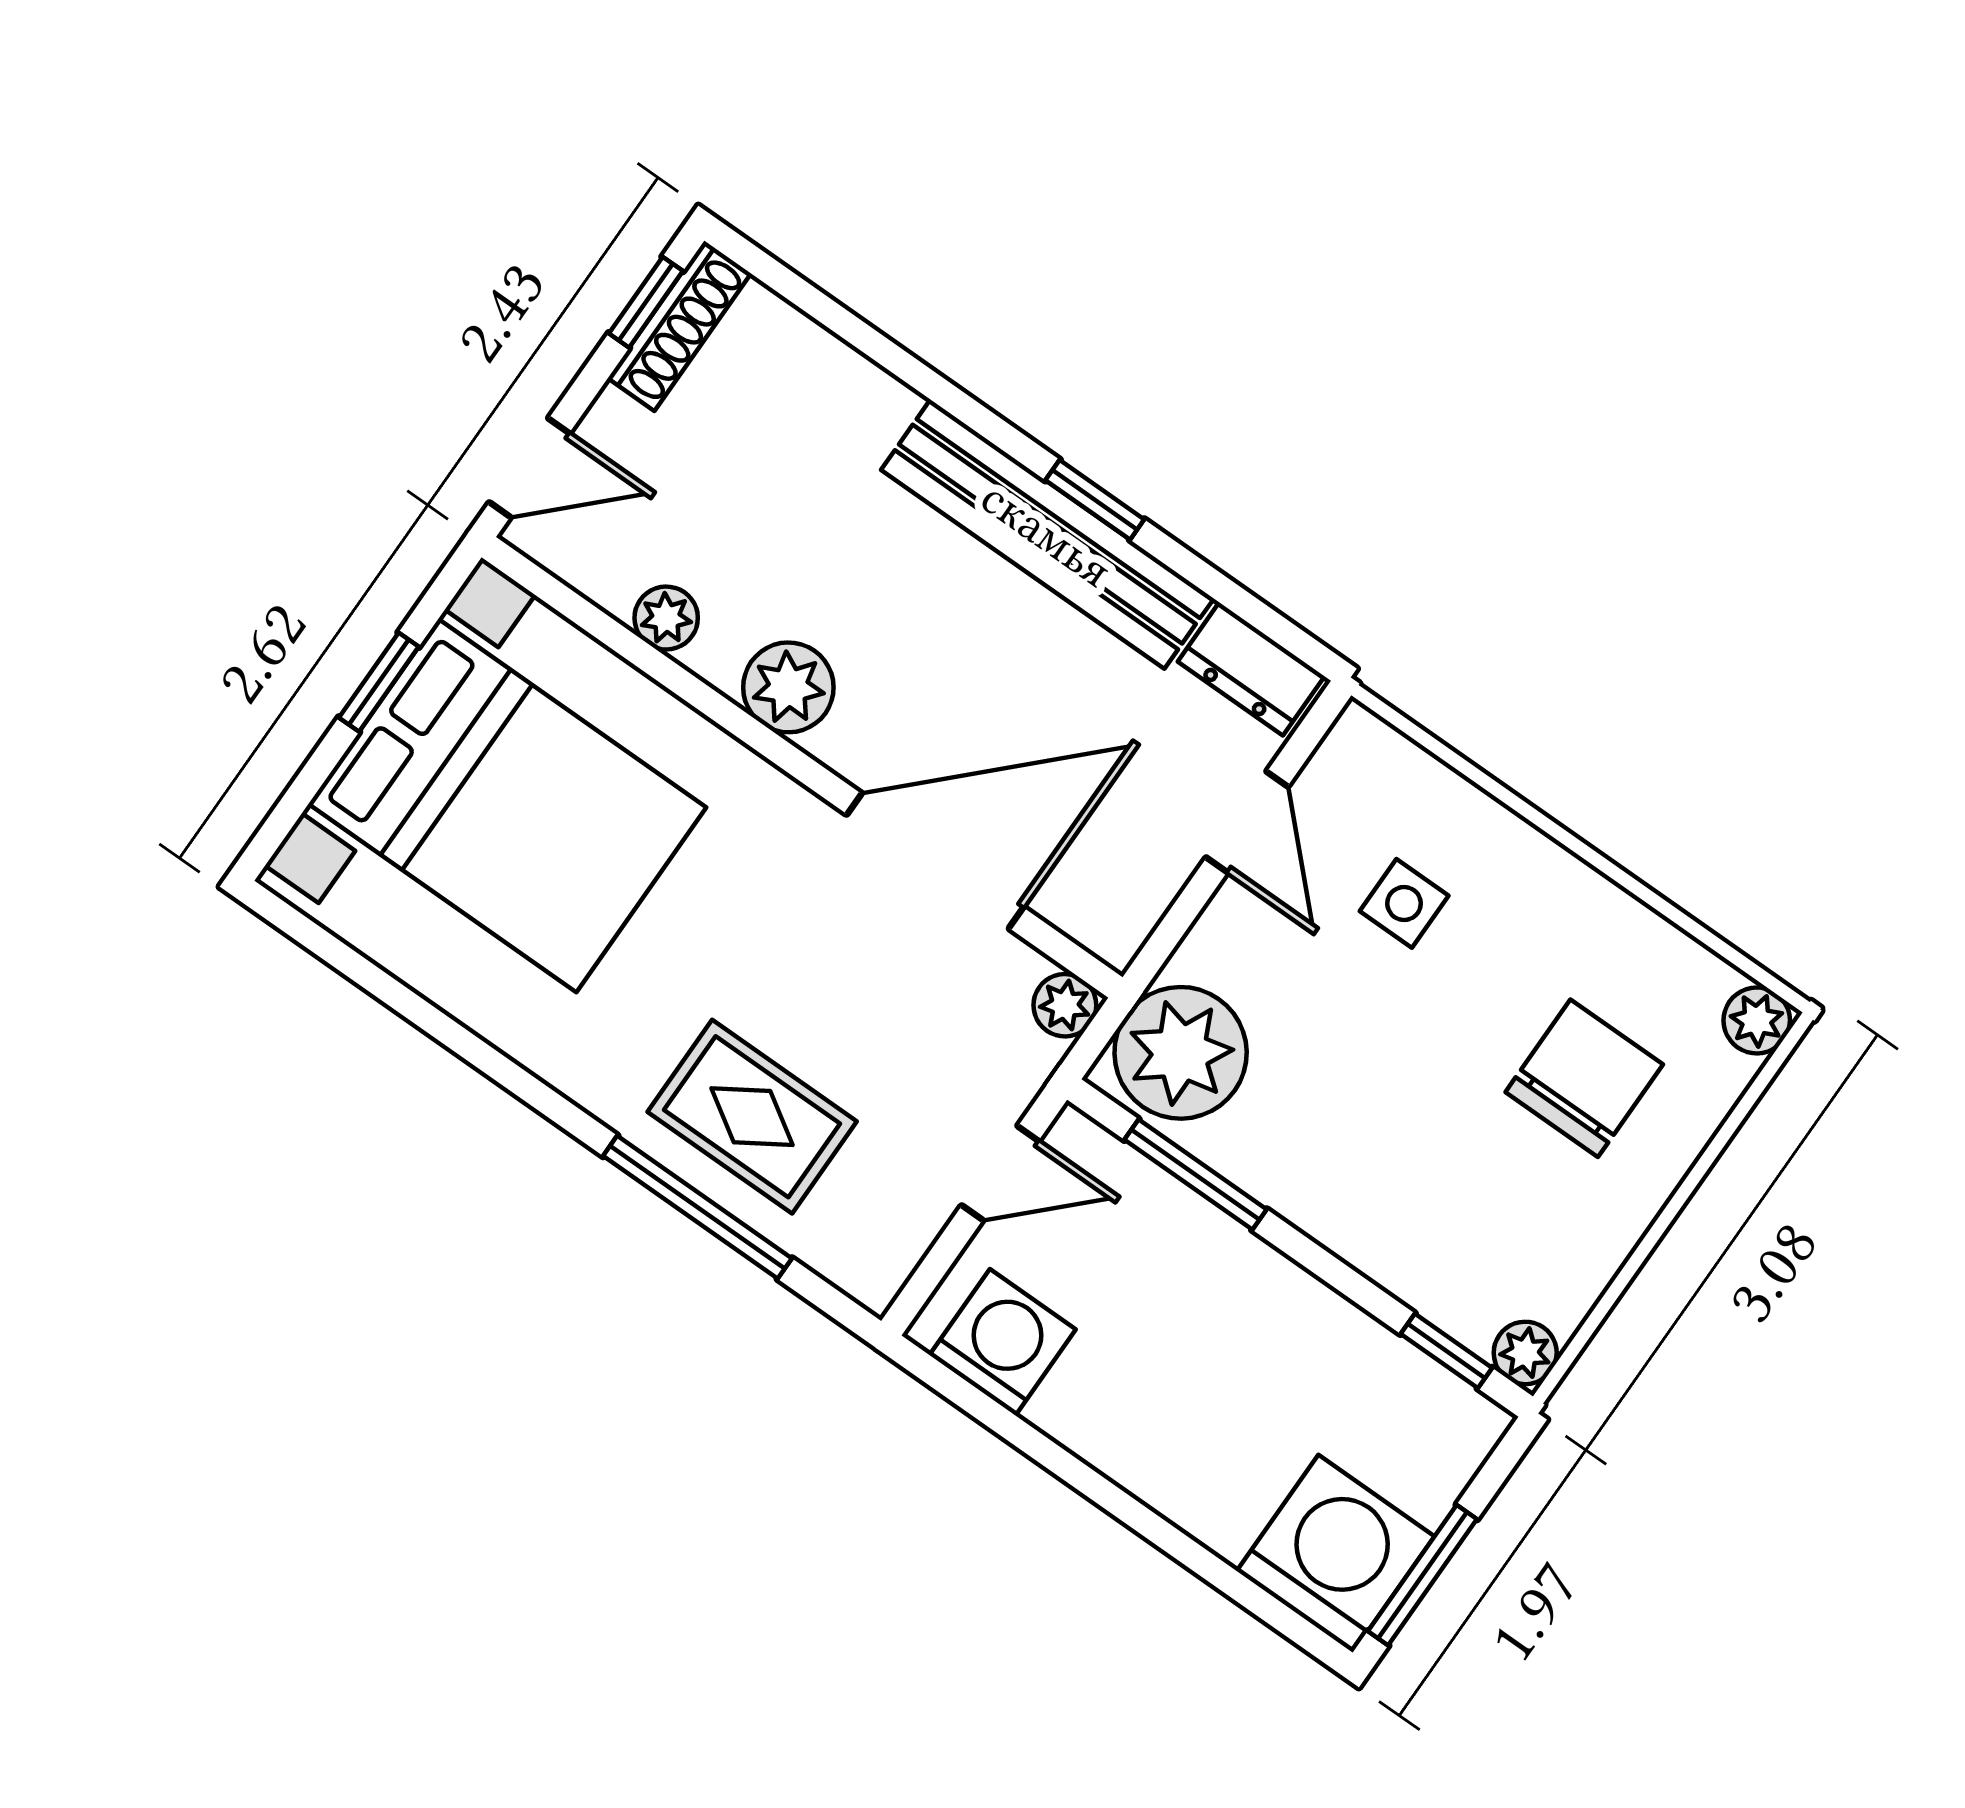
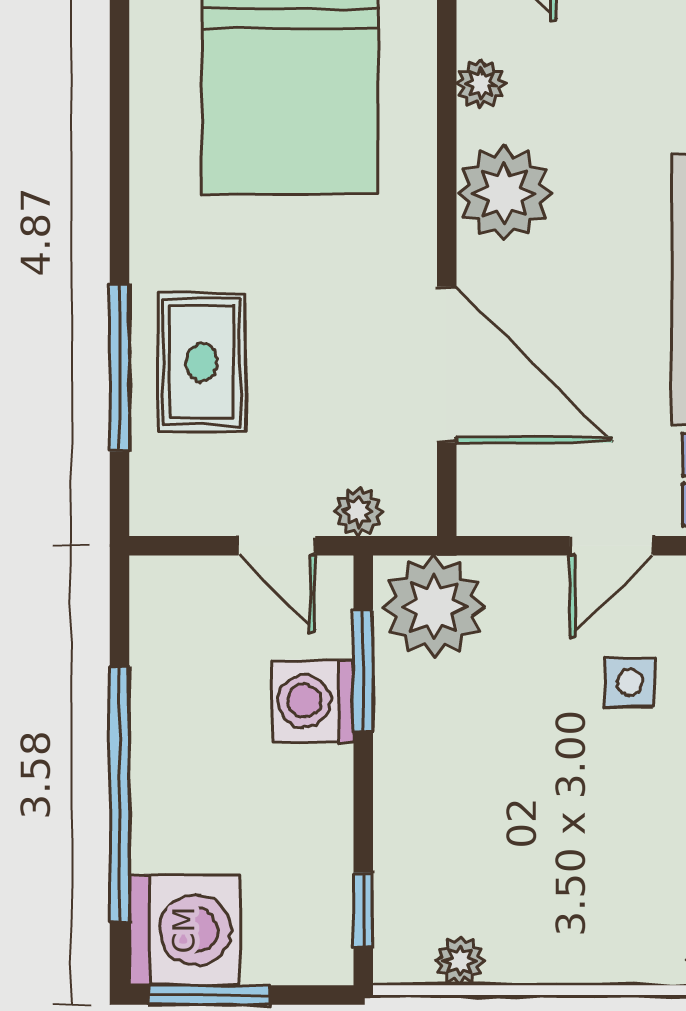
plant: (788, 687) -> (504, 193), width x1.36, depth x1.36
plant: (1065, 1005) -> (358, 512), moved
chair: (1584, 1078) -> (599, 876), removed
washing machine: (1003, 1342) -> (313, 701), moved, turned 180
plant: (1525, 1353) -> (460, 961), moved
window: (1145, 1522) -> (119, 794), added

